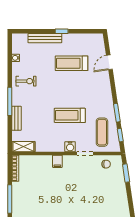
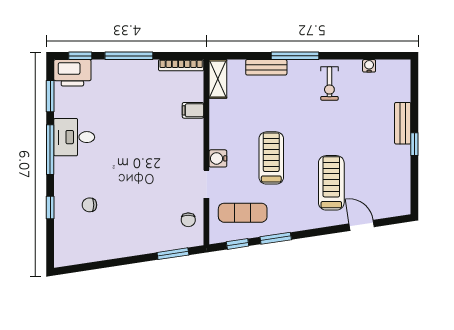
bench: (45, 38) -> (403, 123), width x0.73
treadmill: (72, 63) -> (331, 183), moved
filing cabinet: (57, 161) -> (193, 110), moved

